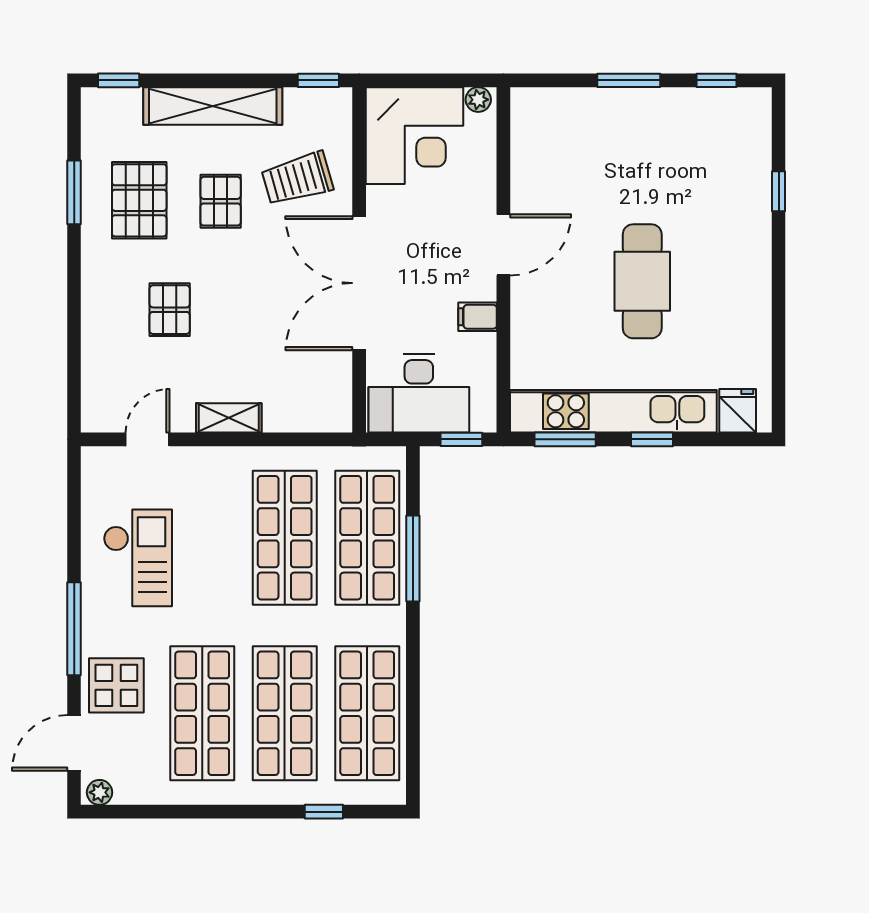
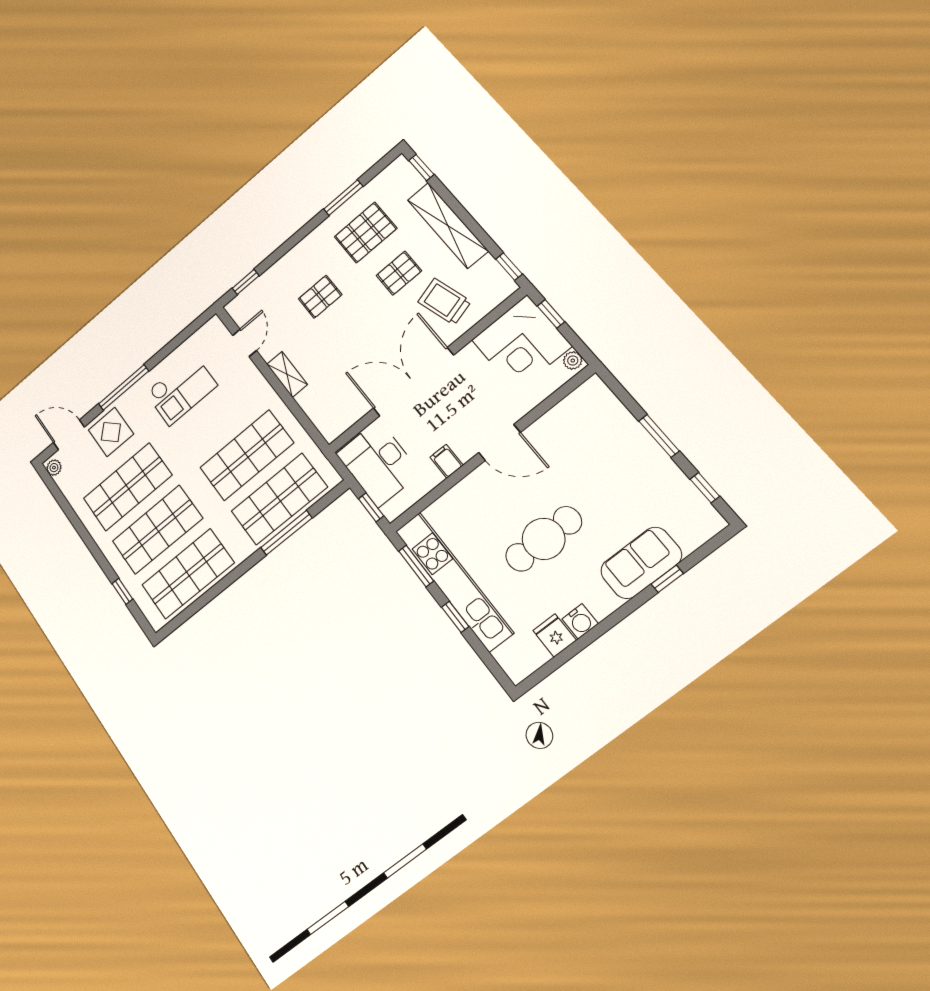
window: (409, 80) -> (551, 314), added
sofa: (743, 204) -> (641, 563), added
water cooler: (755, 312) -> (580, 621), added
window: (74, 382) -> (246, 282), added
fridge: (738, 411) -> (555, 635), moved, turned -90
door: (148, 439) -> (244, 343), hinge flipped

